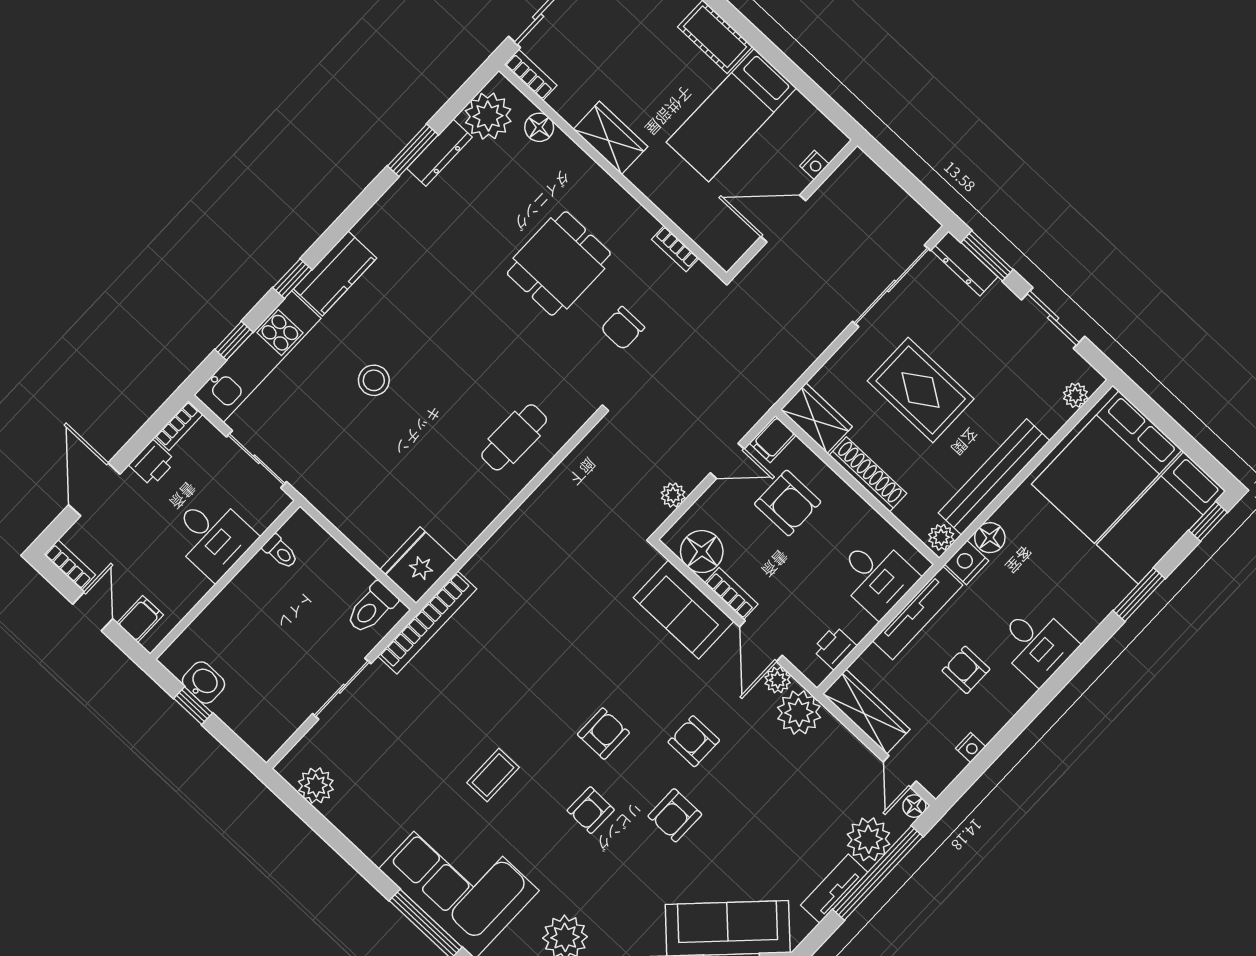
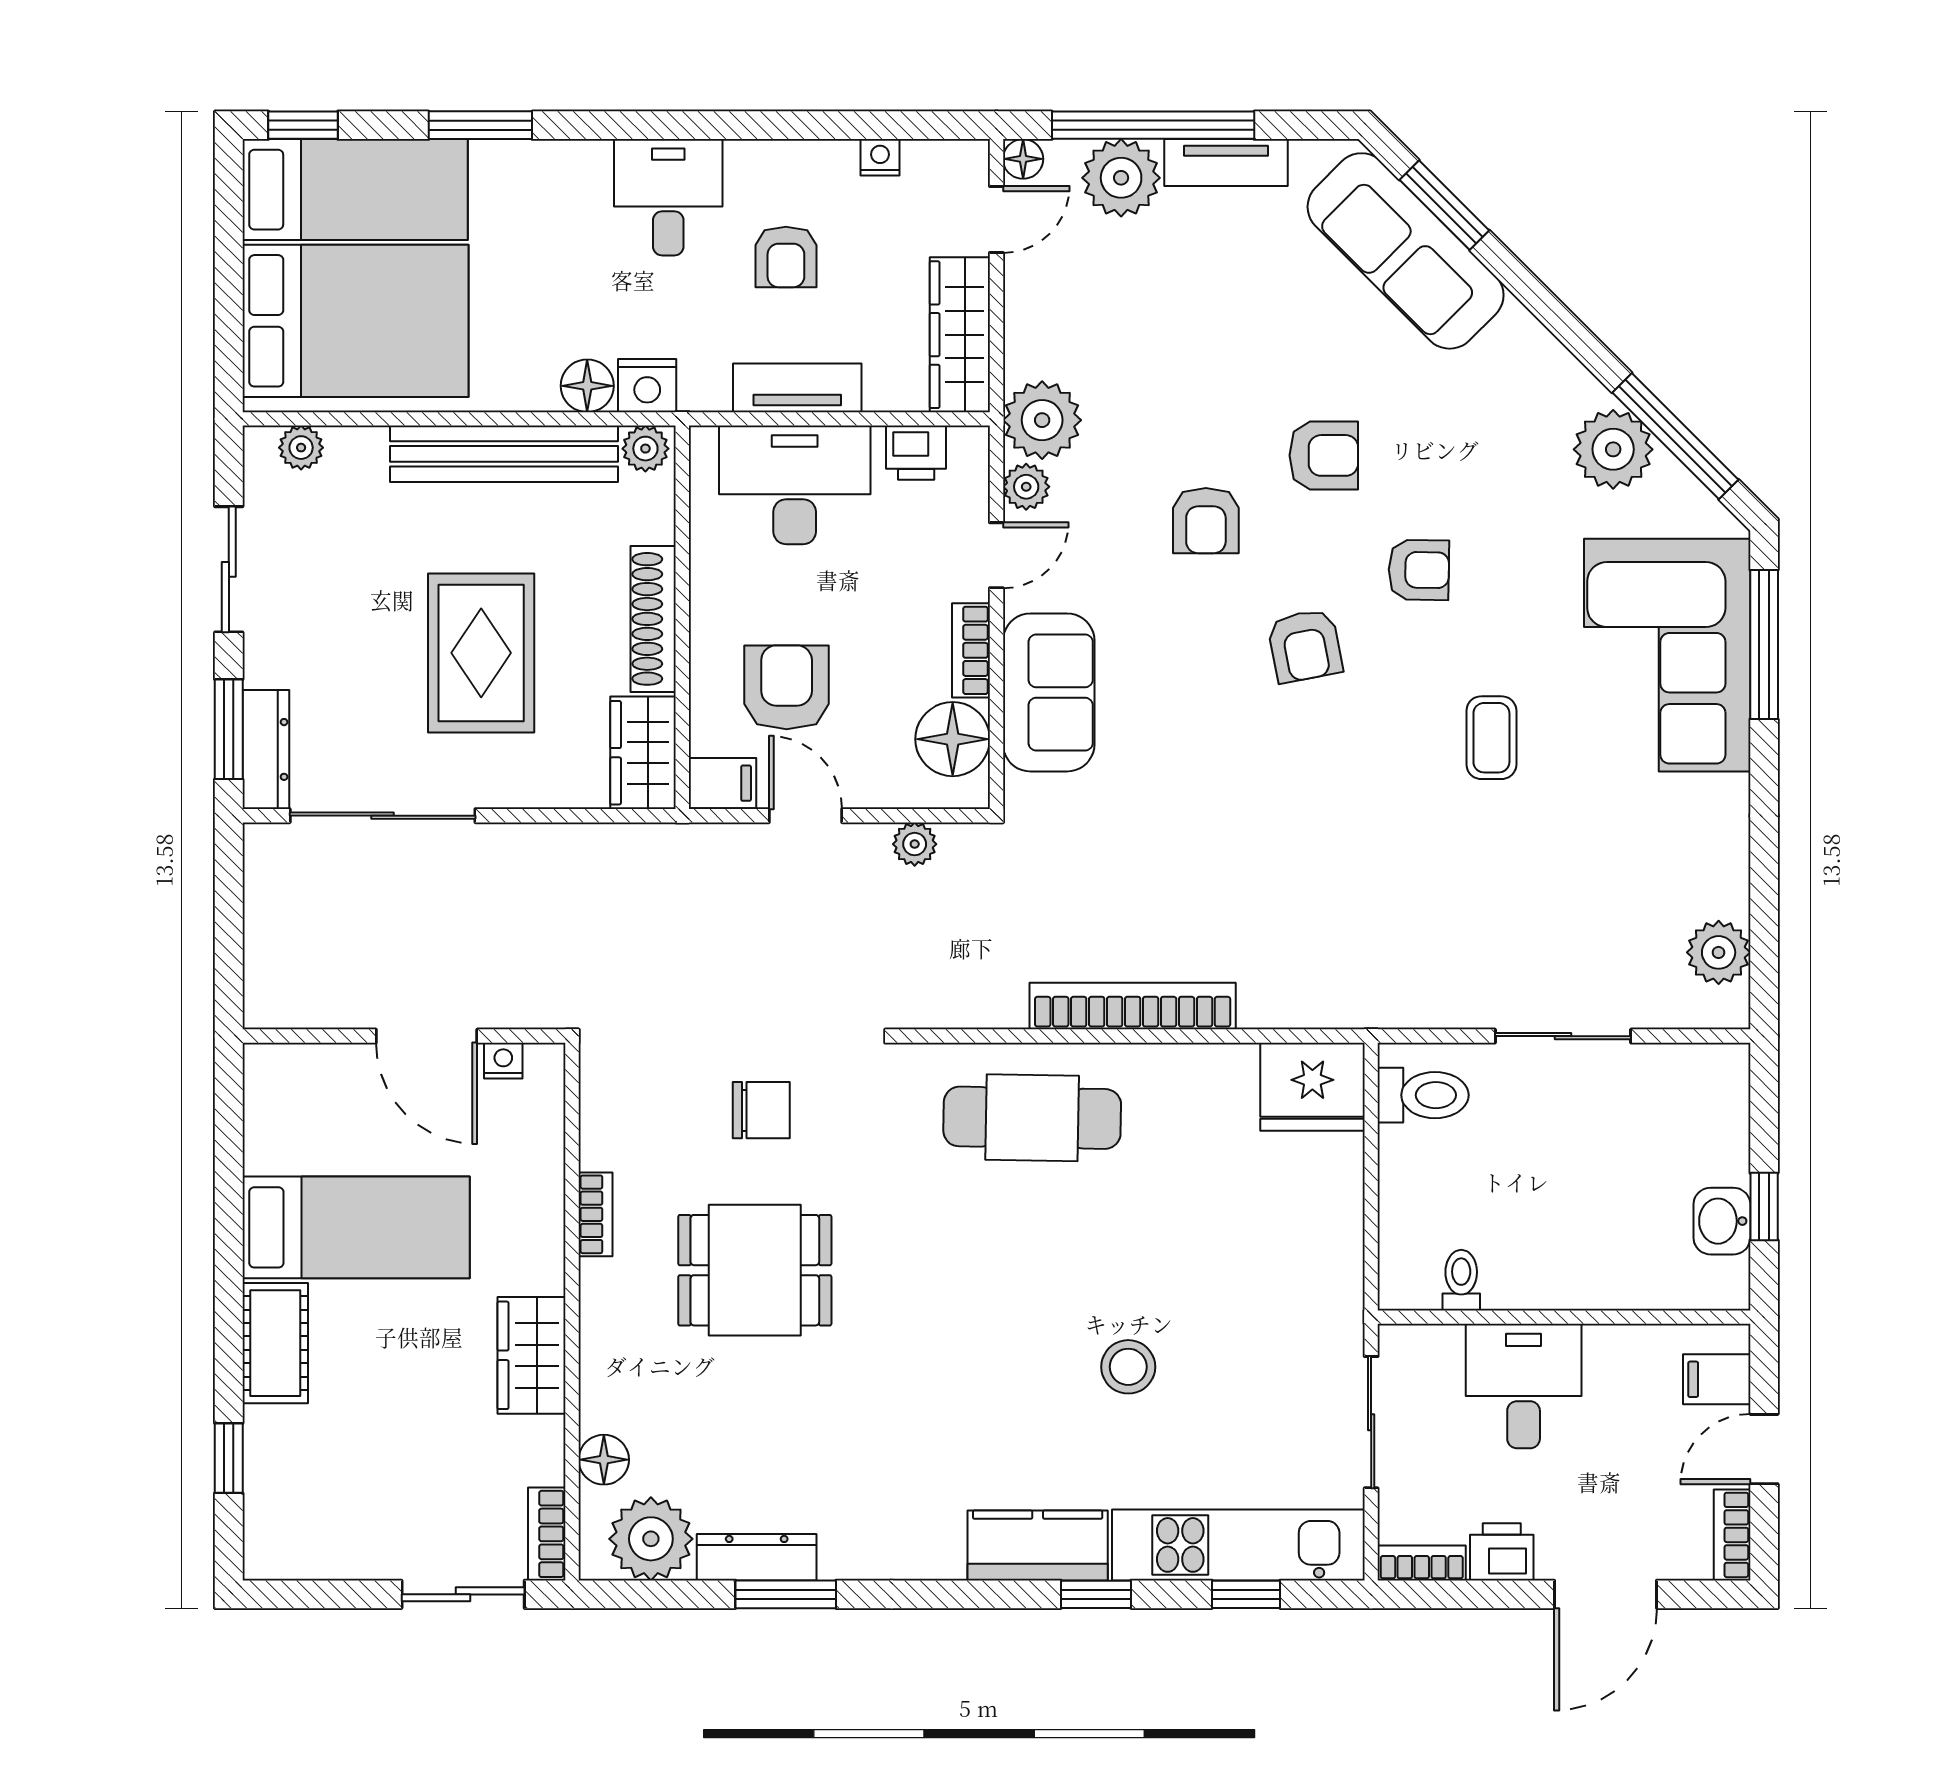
nightstand: (814, 165) -> (503, 1061), moved
bookcase: (675, 249) -> (595, 1214), moved
cafe table: (514, 437) -> (1032, 1118), width x1.37, depth x1.35
desk: (876, 576) -> (795, 485), width x1.37
tv unit: (918, 613) -> (797, 388), width x0.71
bookcase: (427, 622) -> (1133, 1006), moved
door: (761, 641) -> (996, 555), width x0.73
armchair: (604, 734) -> (1305, 646), turned -101
coffee table: (493, 775) -> (1491, 738), turned 90

